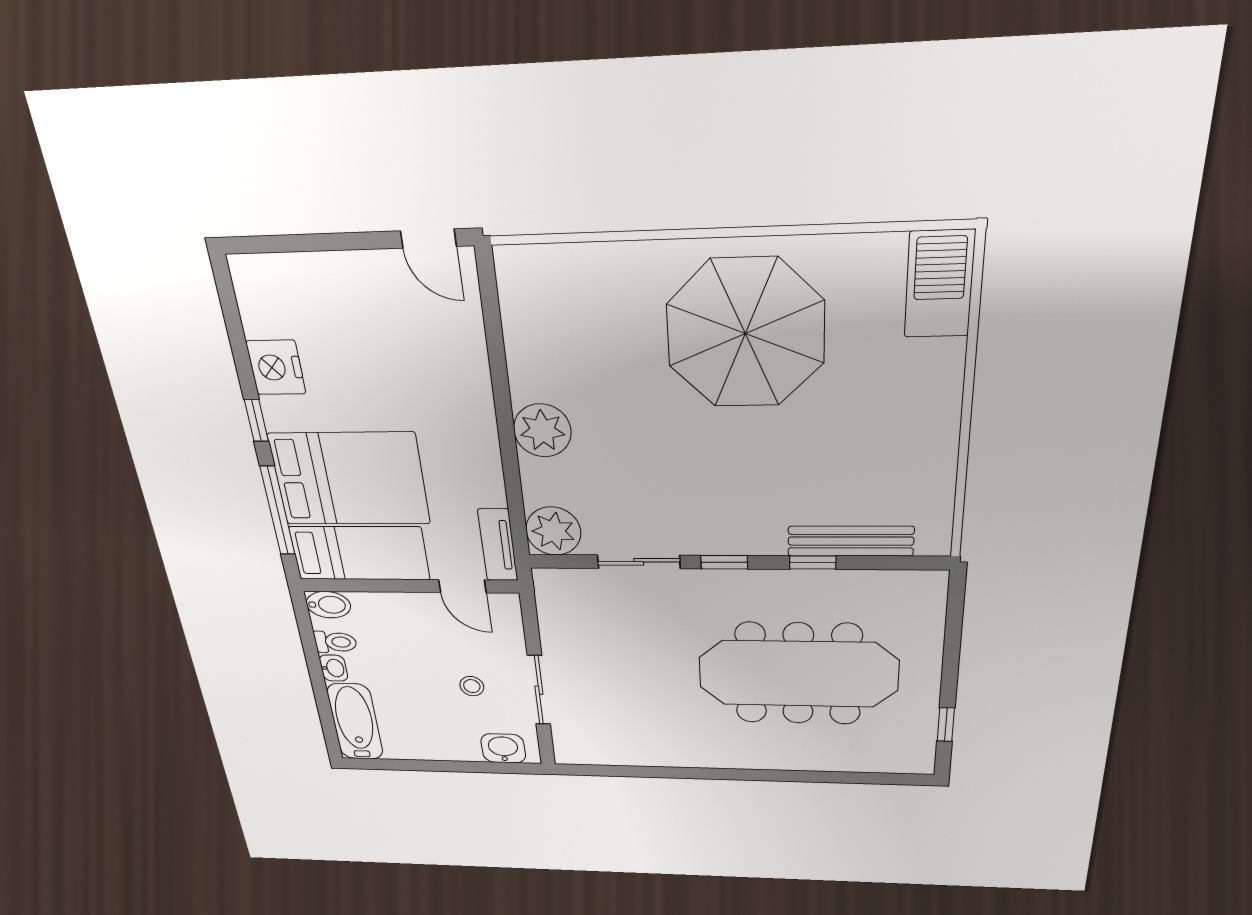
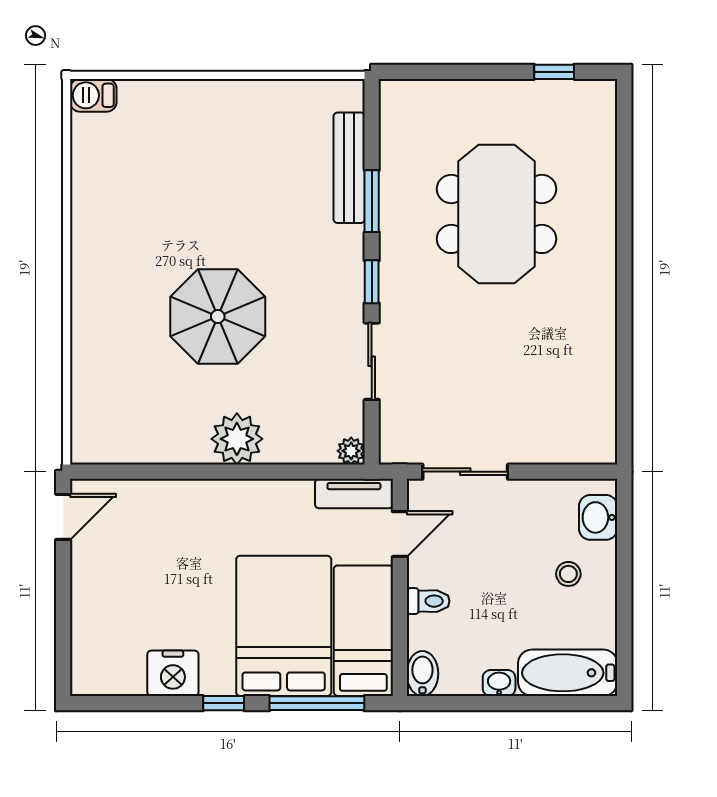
barbecue: (939, 284) -> (93, 95), width x0.53, depth x0.65
parasol: (745, 334) -> (218, 317), moved, width x0.73, depth x0.73
plant: (553, 531) -> (351, 451), width x0.53, depth x0.53
window: (813, 563) -> (372, 201), width x1.50
toilet: (335, 642) -> (428, 601), moved, turned 90
meeting table: (798, 674) -> (497, 214), width x0.73
stool: (472, 686) -> (568, 574), moved
sliding door: (539, 690) -> (465, 472), moved

